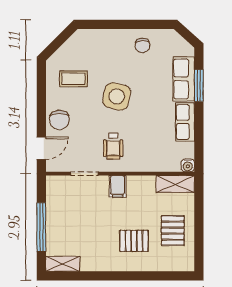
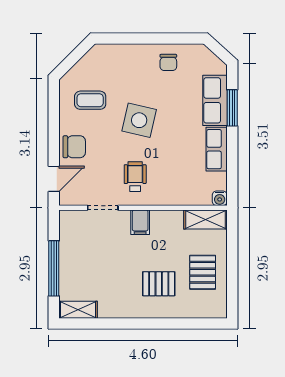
chair: (59, 120) -> (74, 147), turned -90
wheelchair: (113, 146) -> (135, 177), turned 180

